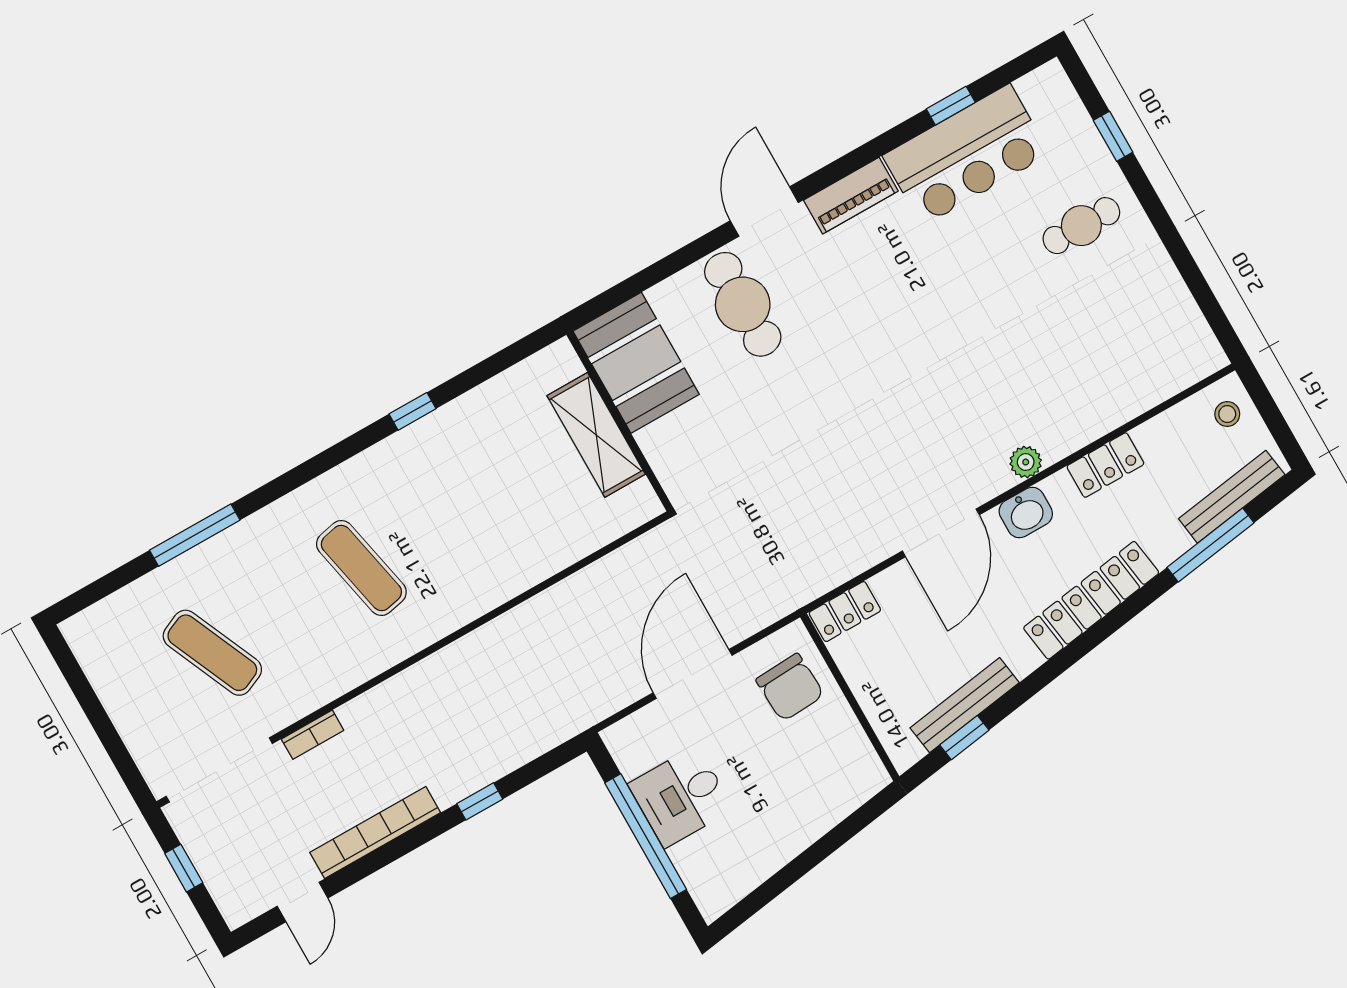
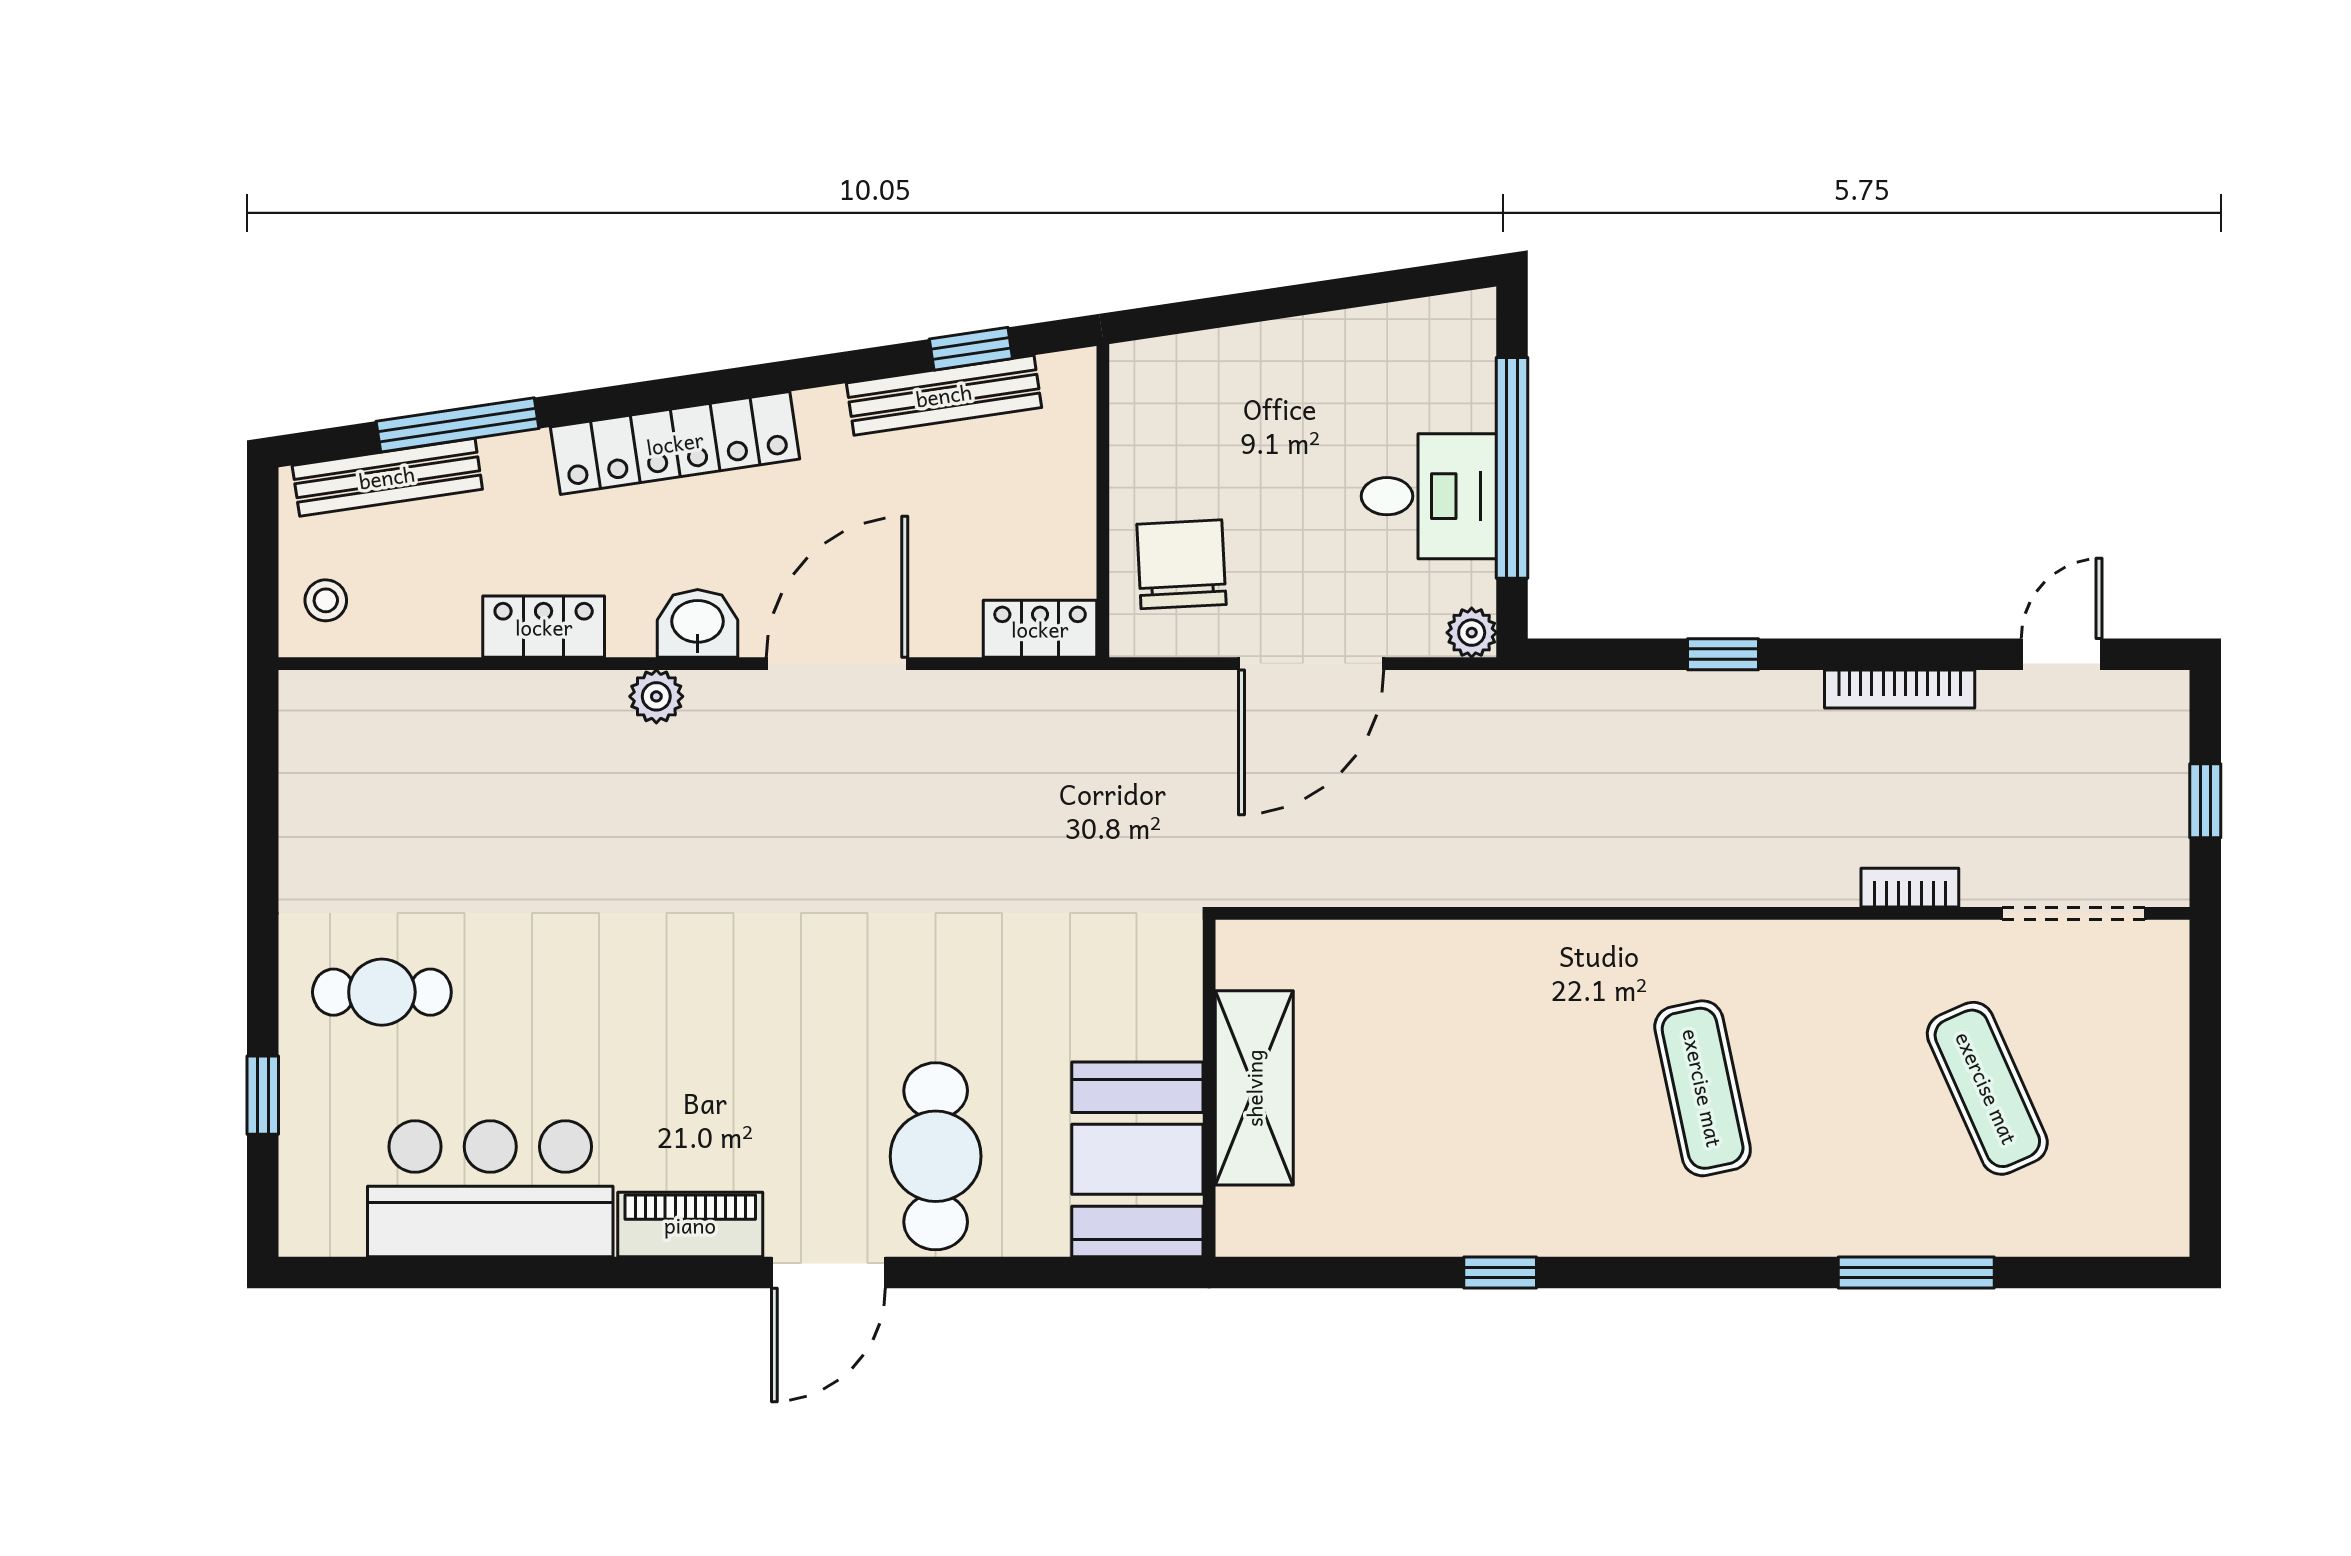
window: (951, 106) -> (472, 1273), removed
plant: (618, 738) -> (1472, 633), added
doorway: (219, 770) -> (2073, 913), width x0.73
bookcase: (375, 833) -> (1900, 689), width x0.68, depth x0.76

